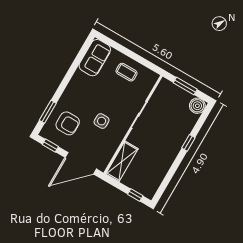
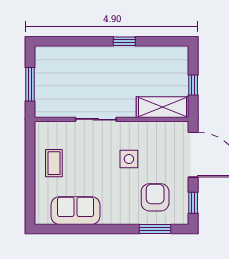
sofa: (95, 58) -> (76, 211), moved
boiler: (197, 106) -> (45, 56), removed
window: (188, 143) -> (124, 41), moved
window: (135, 195) -> (193, 85), moved

